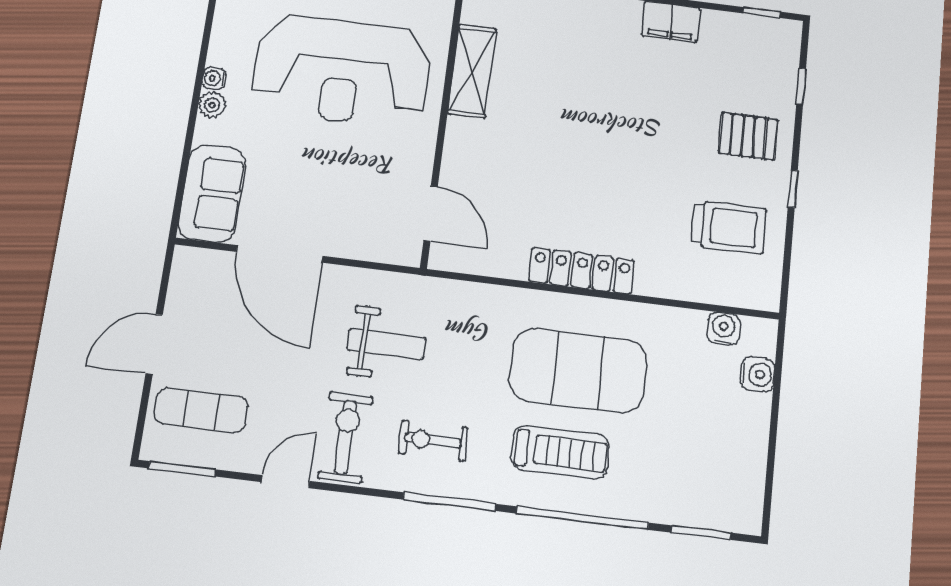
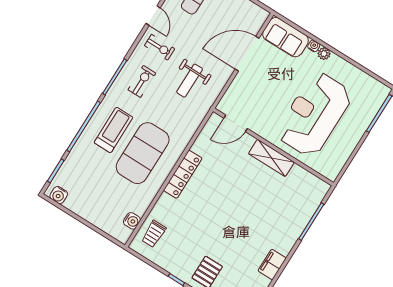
shelving: (472, 71) -> (271, 158), moved
water cooler: (214, 78) -> (314, 46), moved
trolley: (729, 227) -> (154, 234), moved, width x0.73, depth x0.72
water cooler: (758, 374) -> (59, 195), moved
exercise bike: (345, 437) -> (160, 47), width x0.73, depth x0.72
treadmill: (560, 452) -> (113, 130), turned 180

